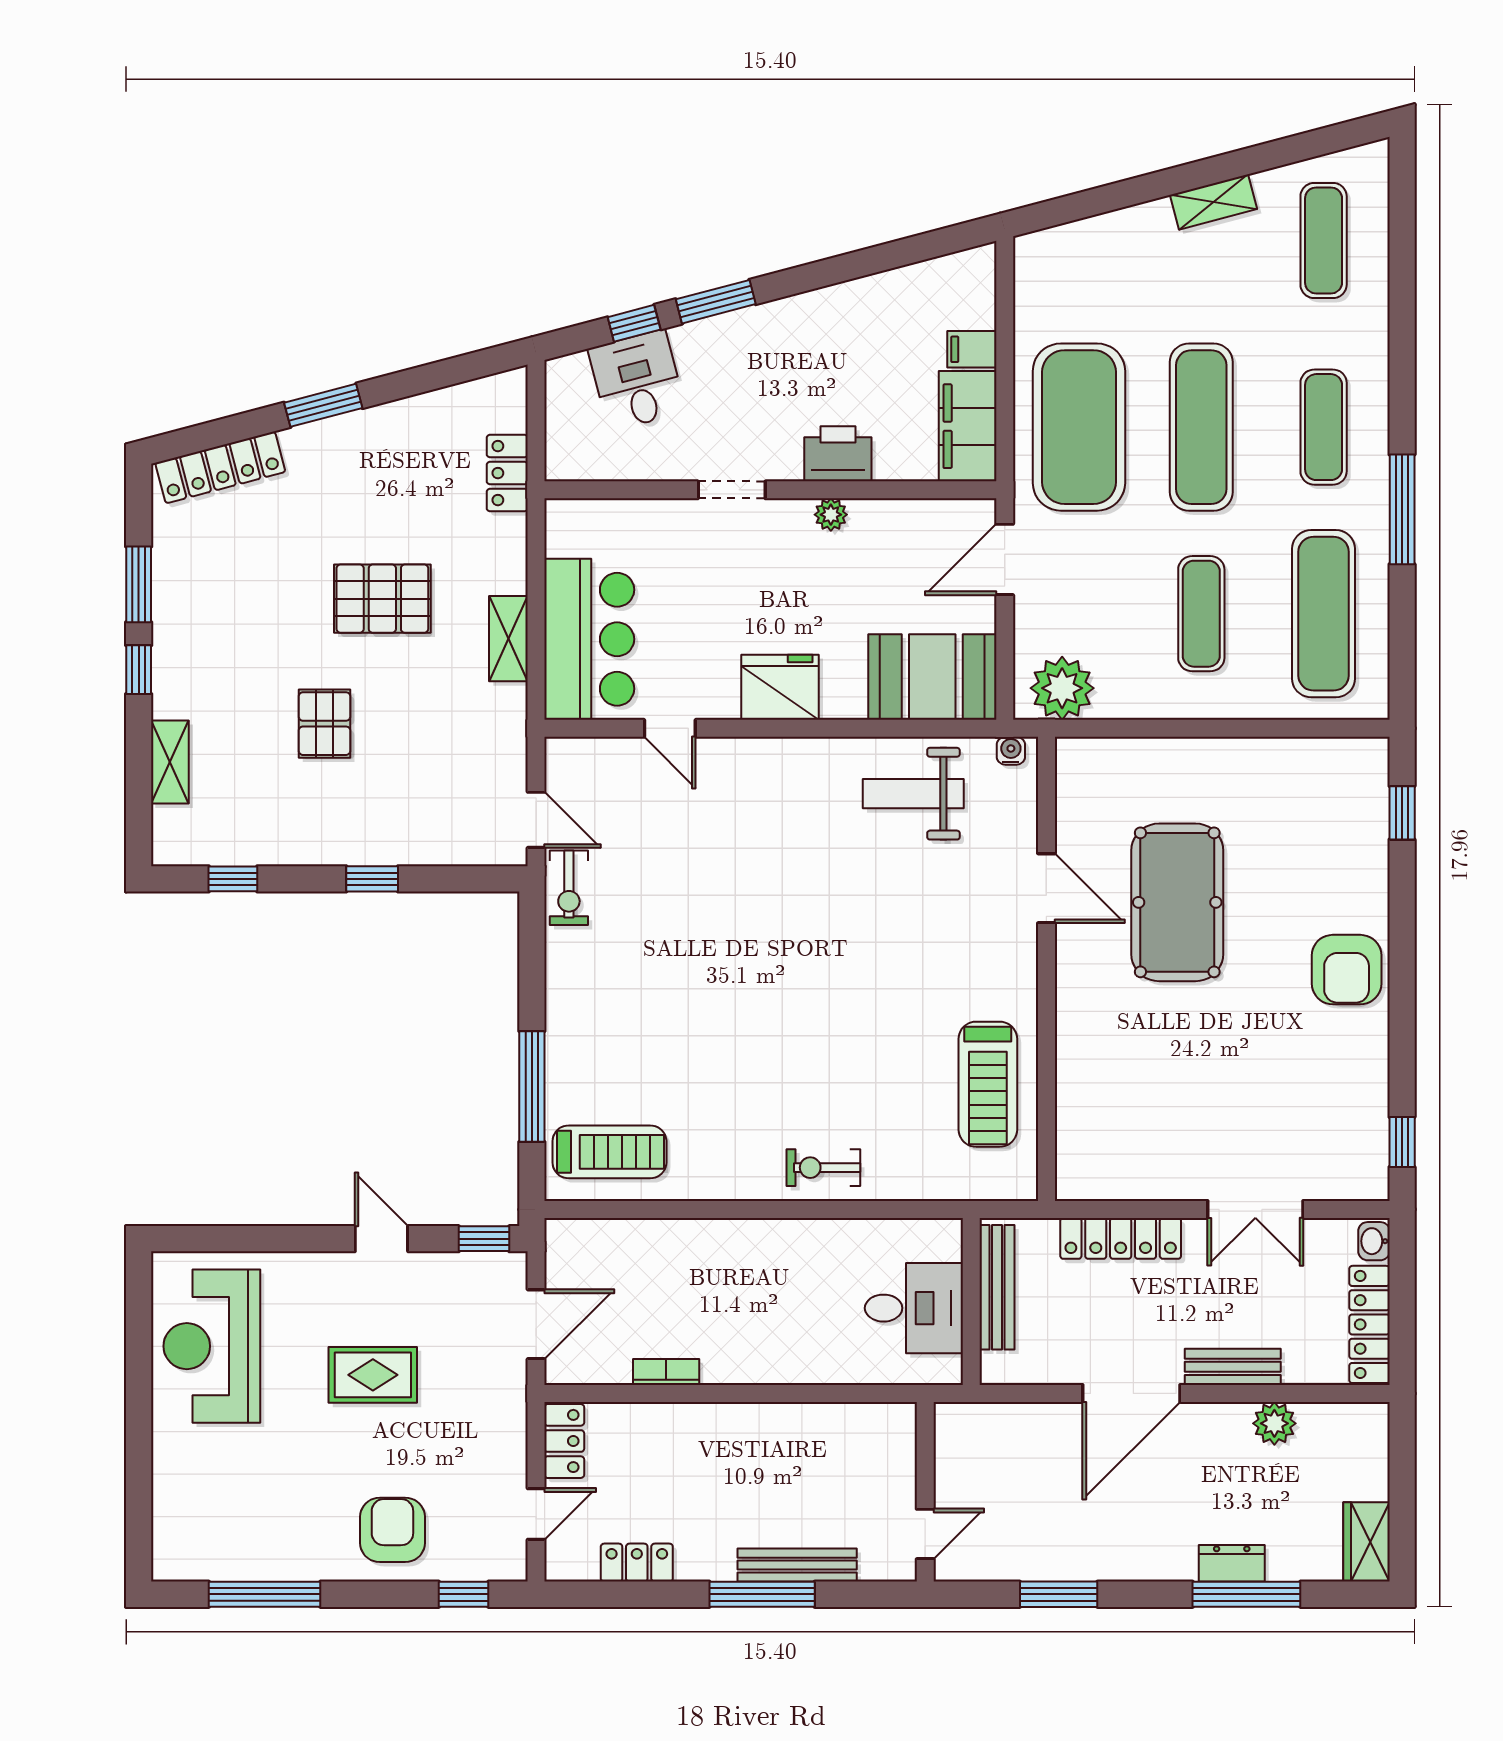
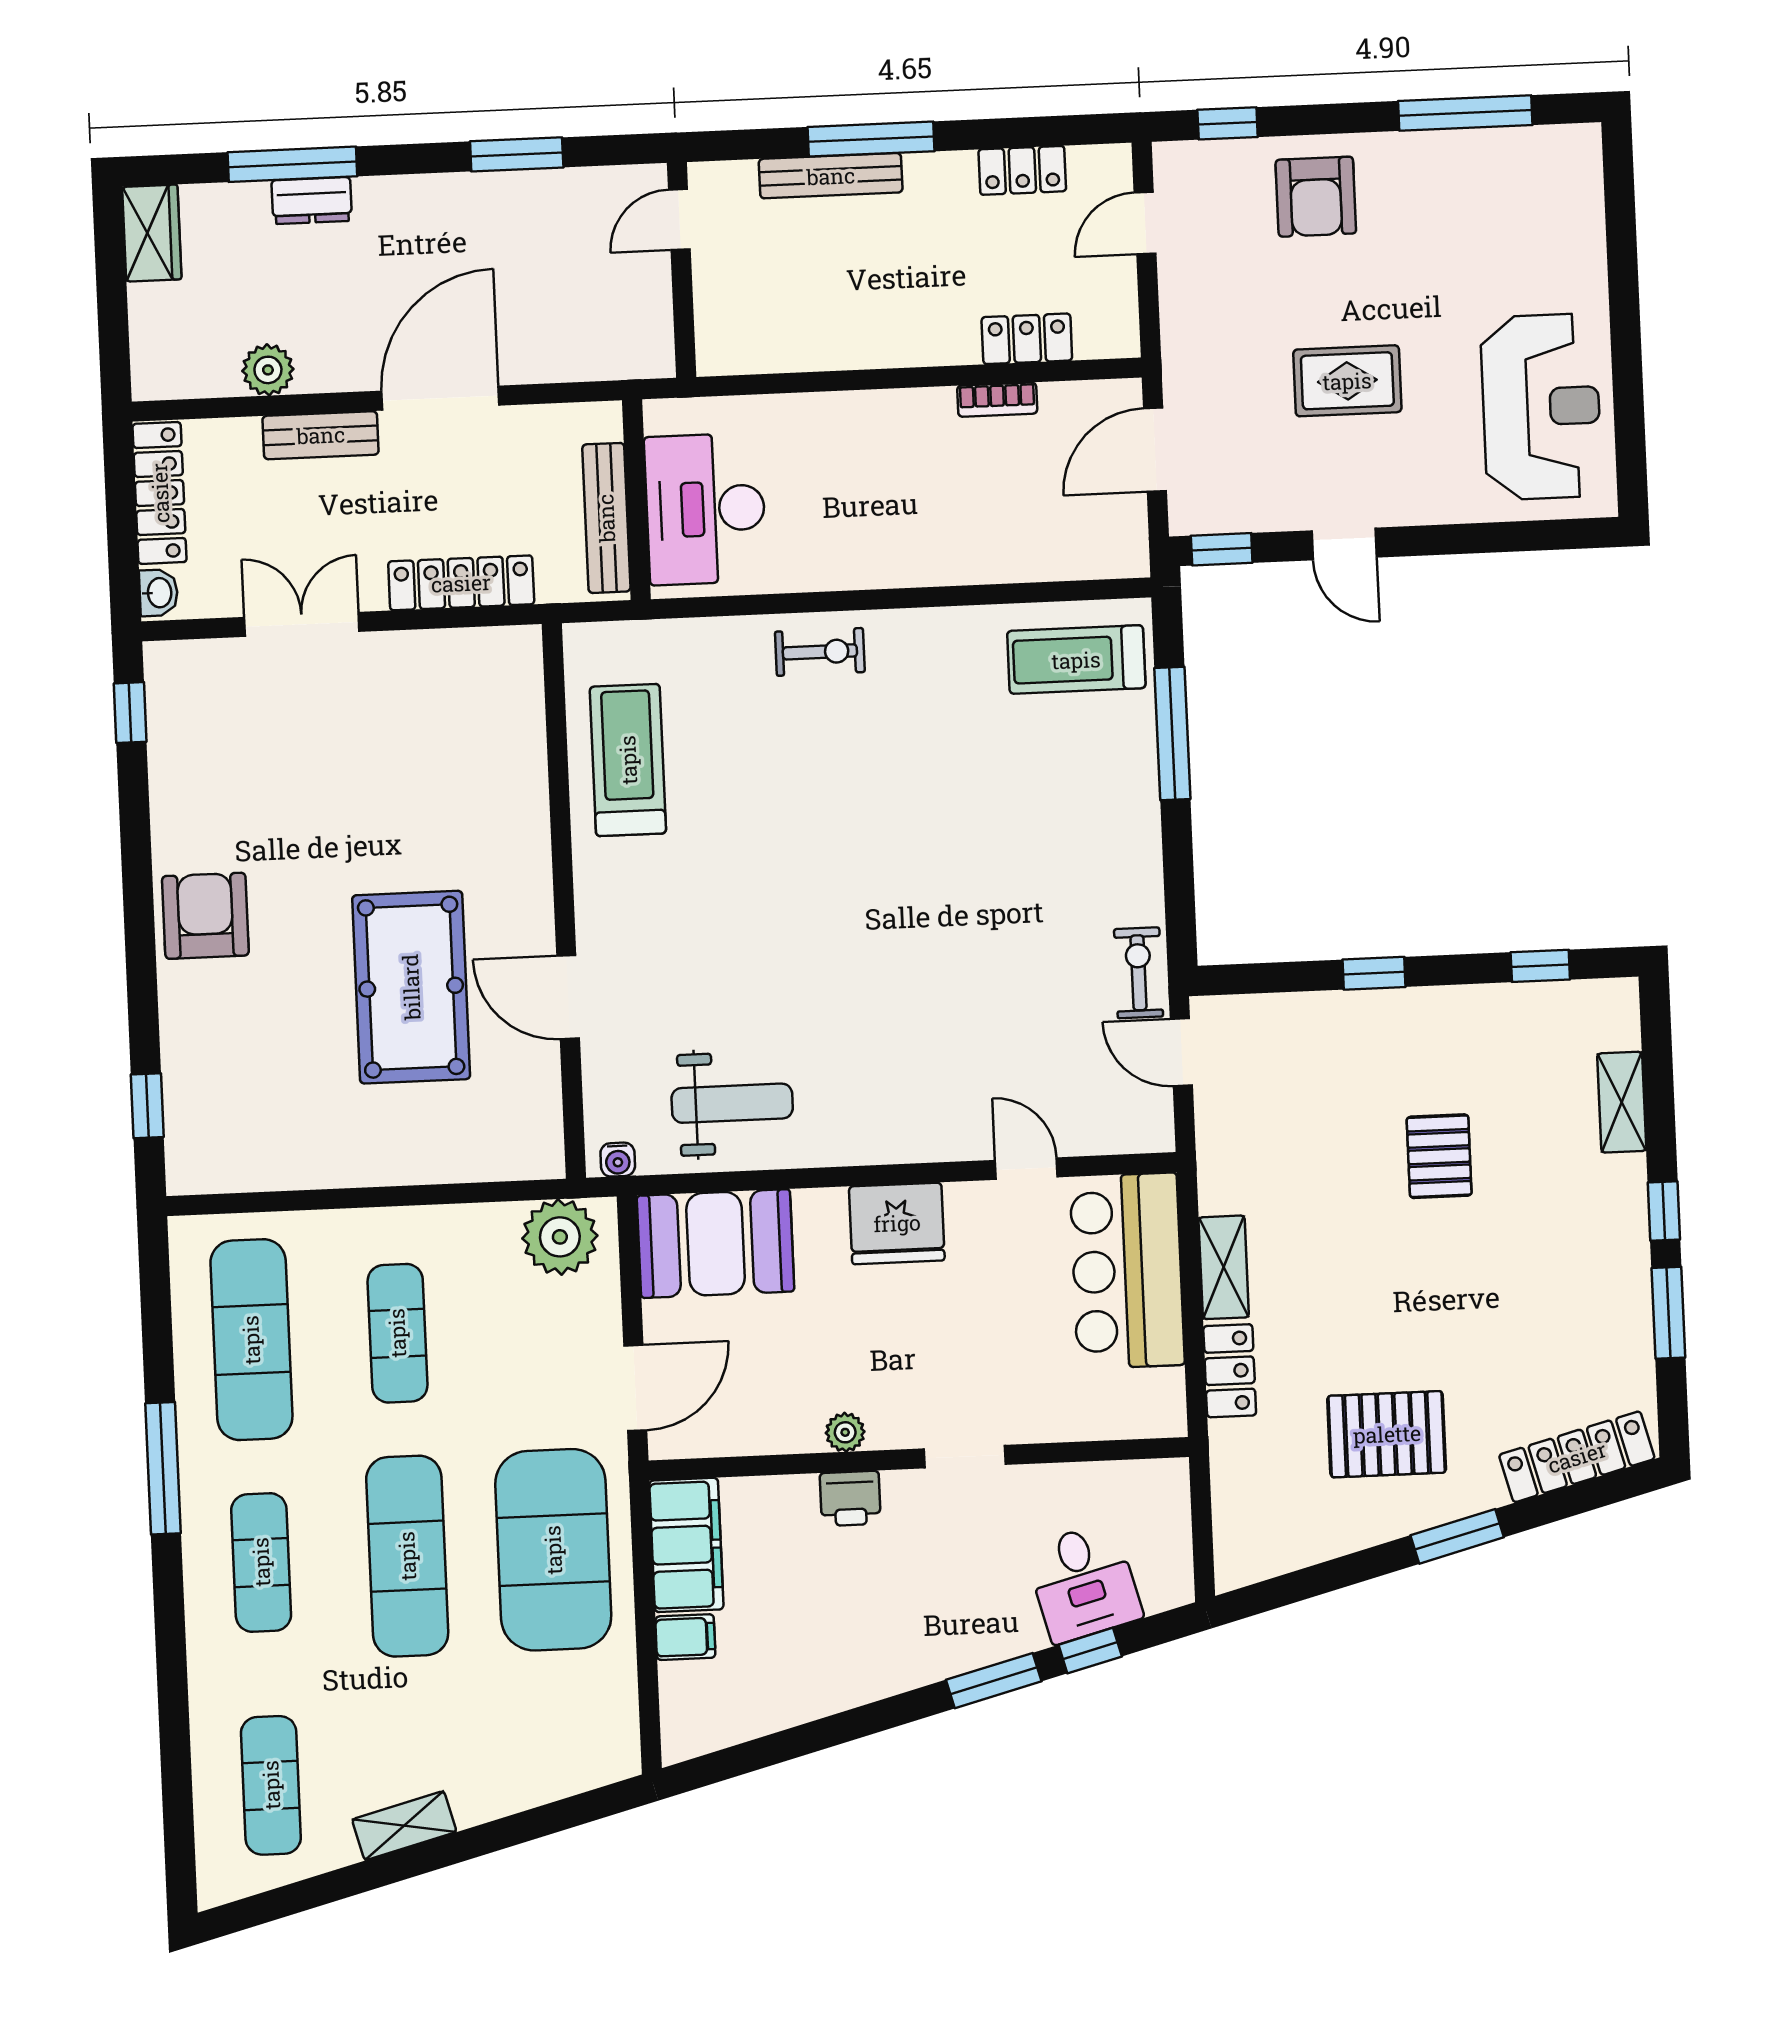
printer: (838, 454) -> (850, 1498), width x0.73, depth x0.81
locker: (507, 473) -> (1230, 1371), moved
pallet: (382, 599) -> (1387, 1434), moved
desk: (914, 1308) -> (705, 509), width x1.37
locker: (564, 1441) -> (1027, 339), moved, turned 90

